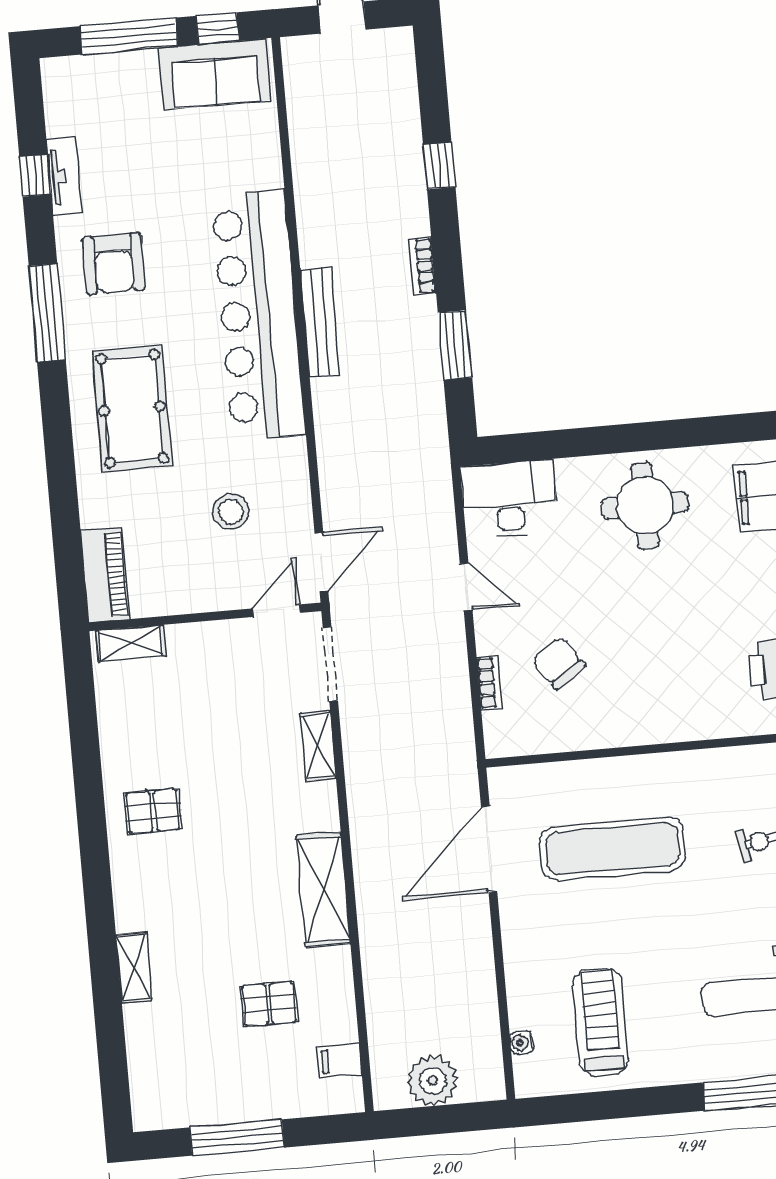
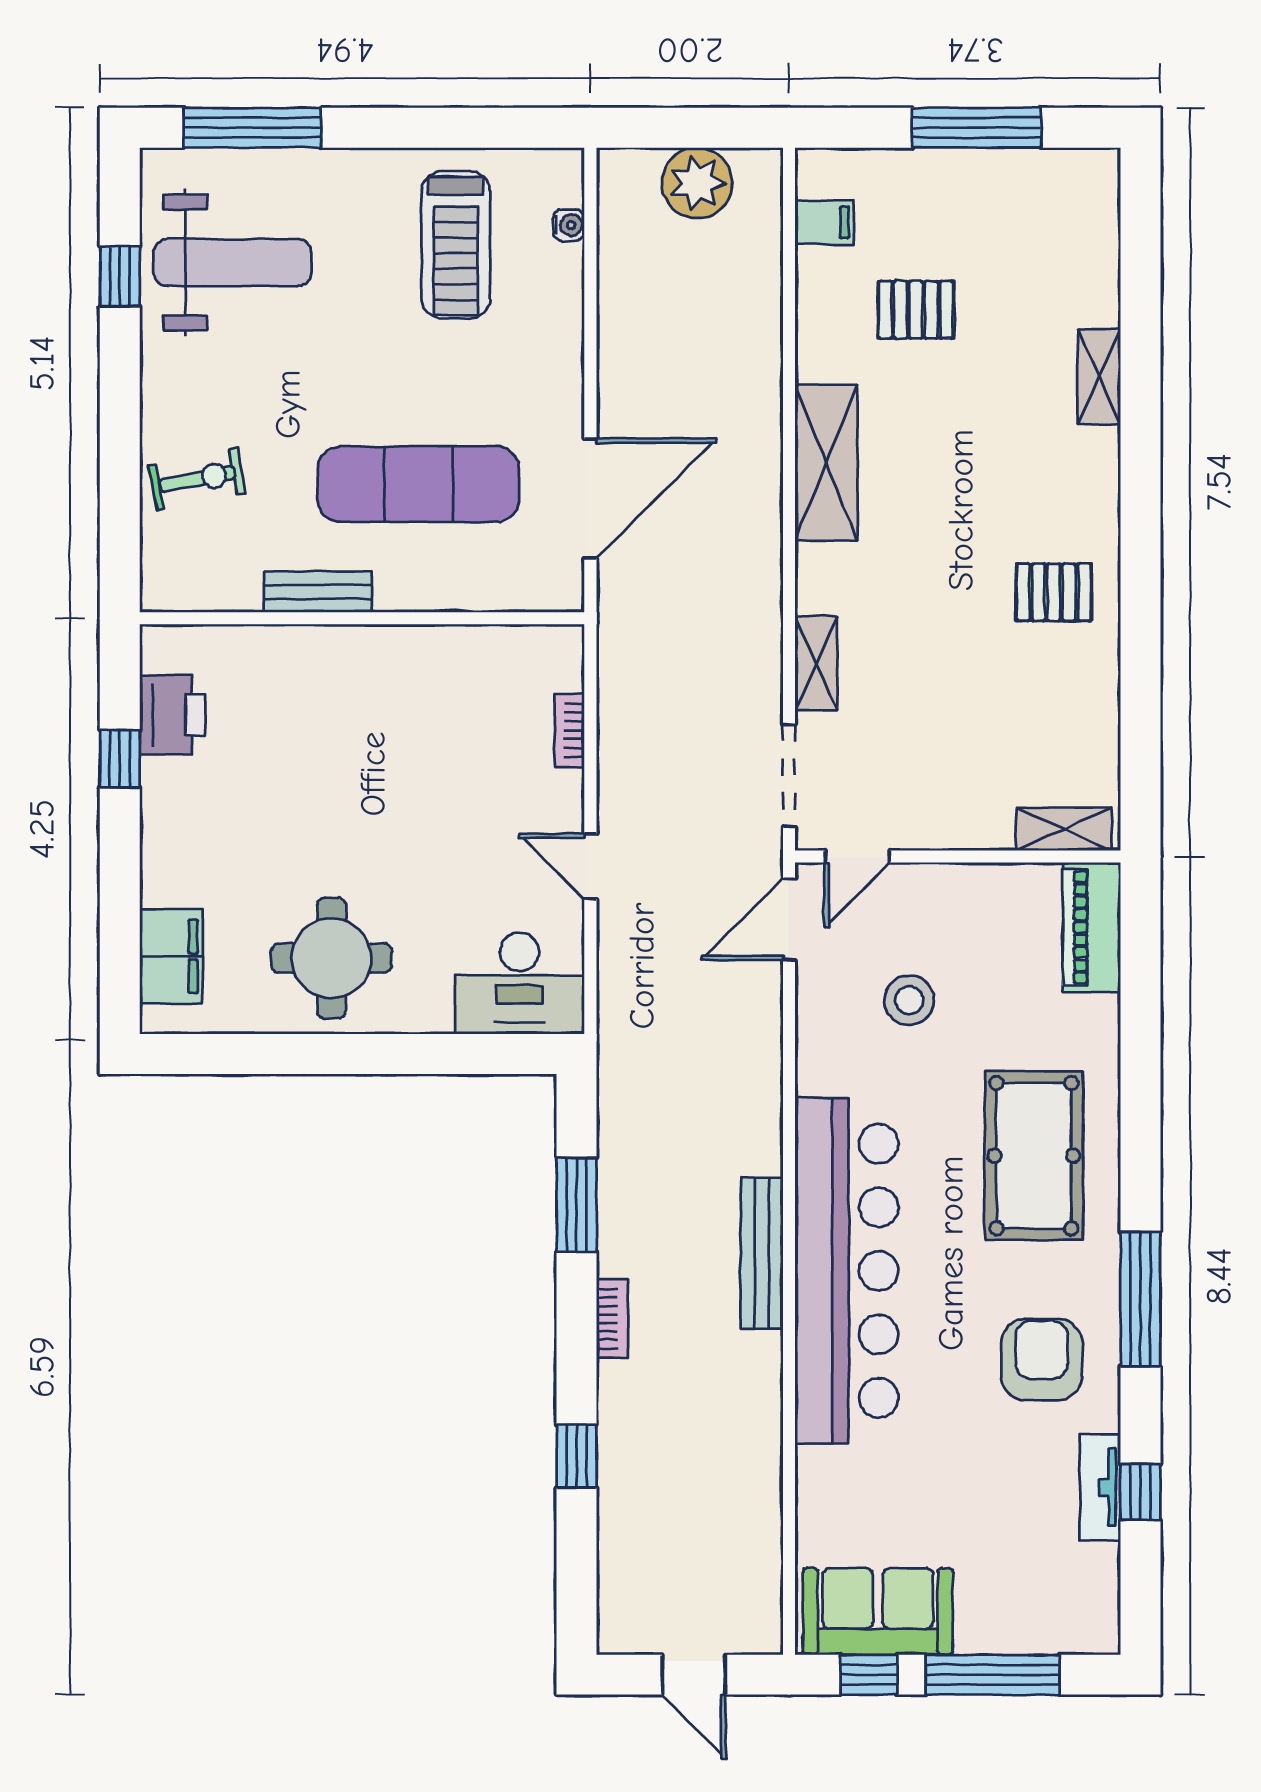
chair: (559, 663) -> (471, 749), removed
bench: (677, 766) -> (318, 592), added

